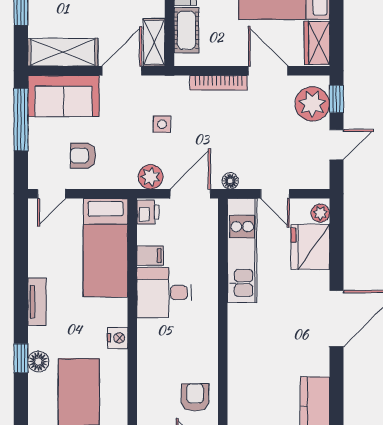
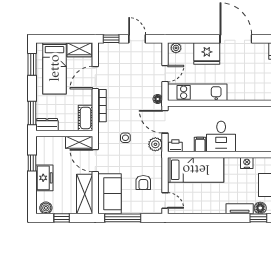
cot: (186, 30) -> (86, 118), moved, turned 90
plant: (312, 104) -> (114, 52), removed
fridge: (310, 247) -> (207, 54), moved
tv unit: (37, 302) -> (240, 209), moved

